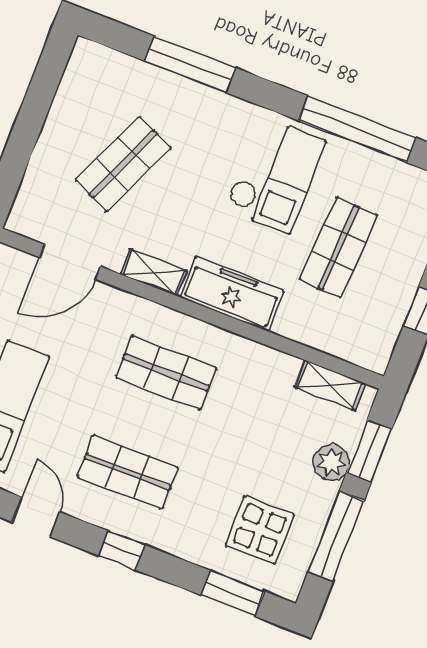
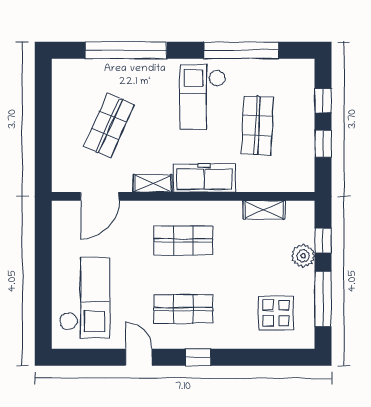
window: (190, 64) -> (126, 50), width x1.46
checkout: (275, 175) -> (203, 97), turned 180
shelving: (330, 385) -> (264, 210), moved
window: (369, 451) -> (323, 240), width x0.67
window: (233, 593) -> (274, 357), removed

